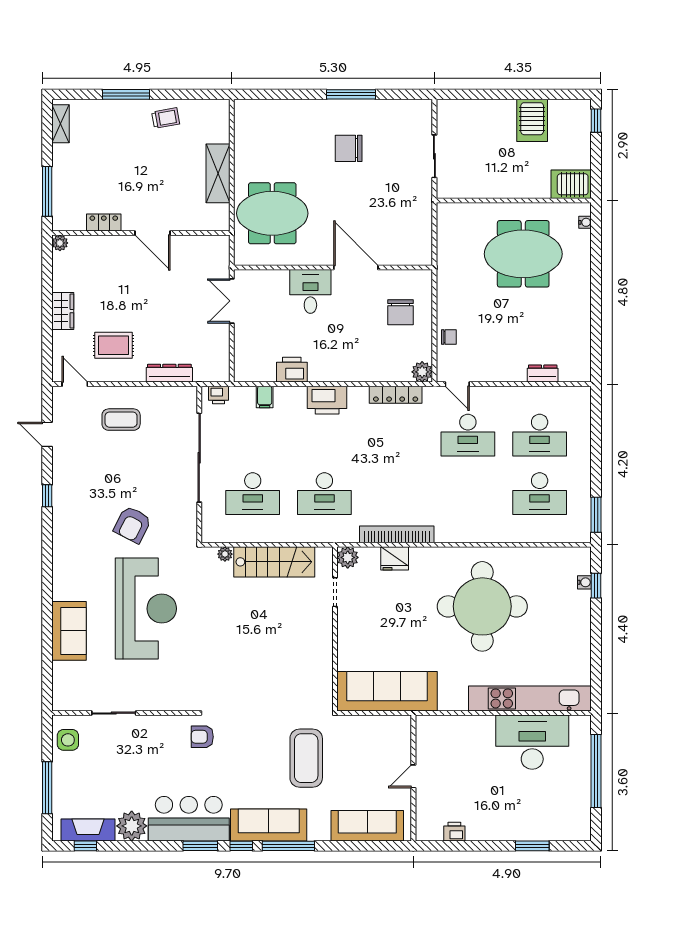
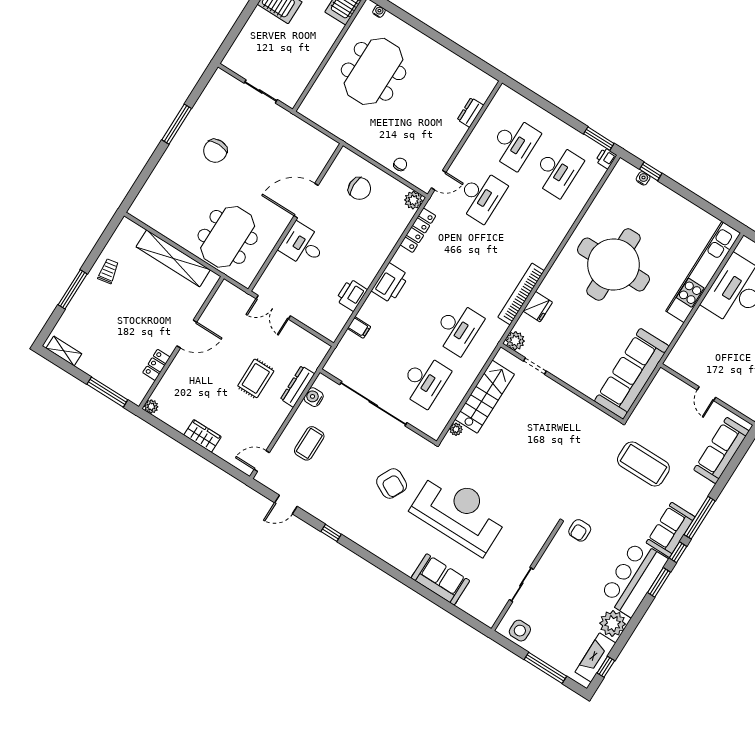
shelving: (218, 173) -> (173, 258), width x1.47
rug: (114, 345) -> (256, 378), moved
water cooler: (169, 395) -> (314, 397), added
printer: (219, 395) -> (606, 158), moved, turned 180
sofa: (269, 825) -> (671, 530), width x0.73

